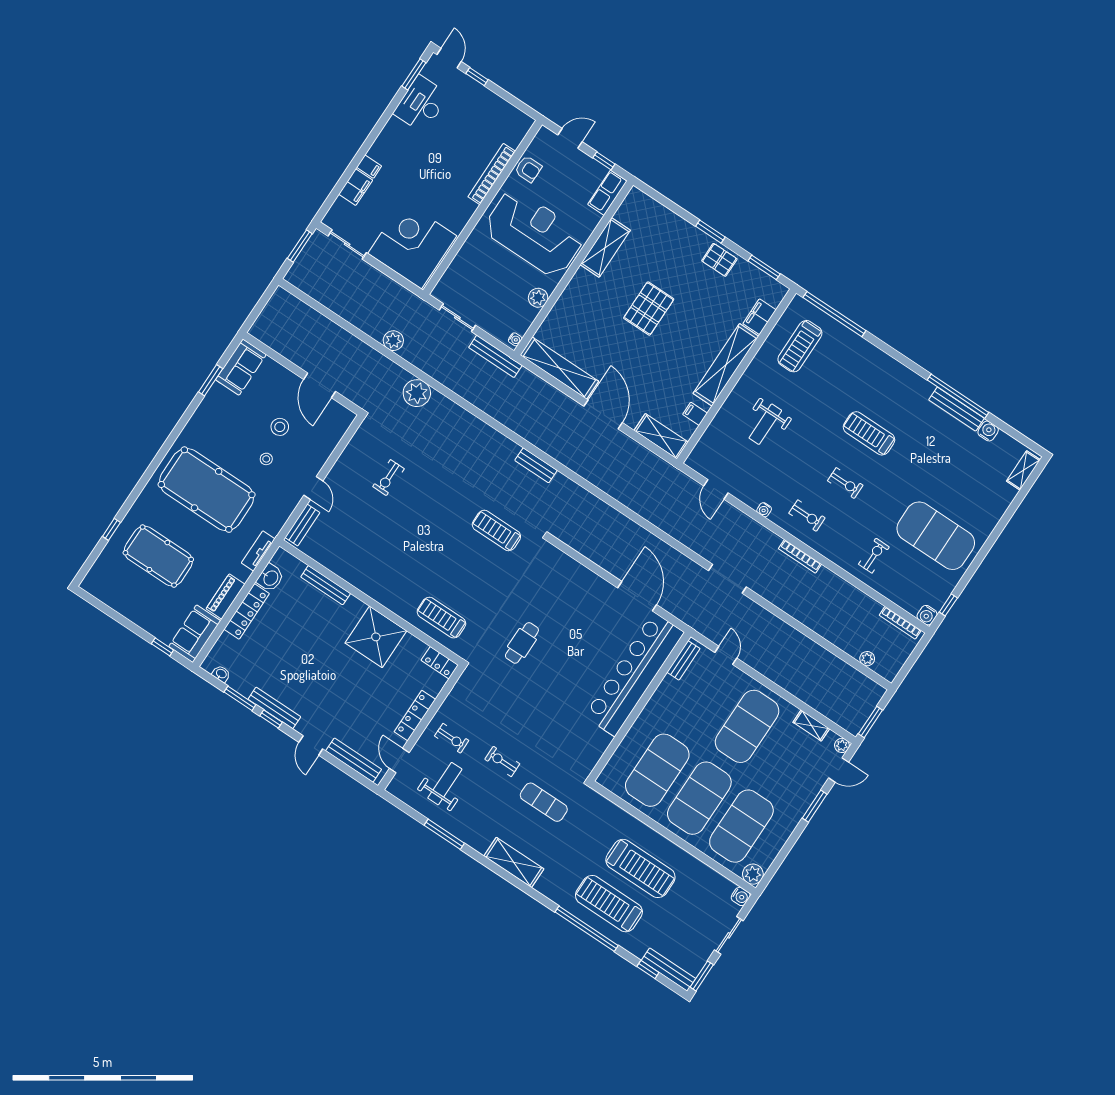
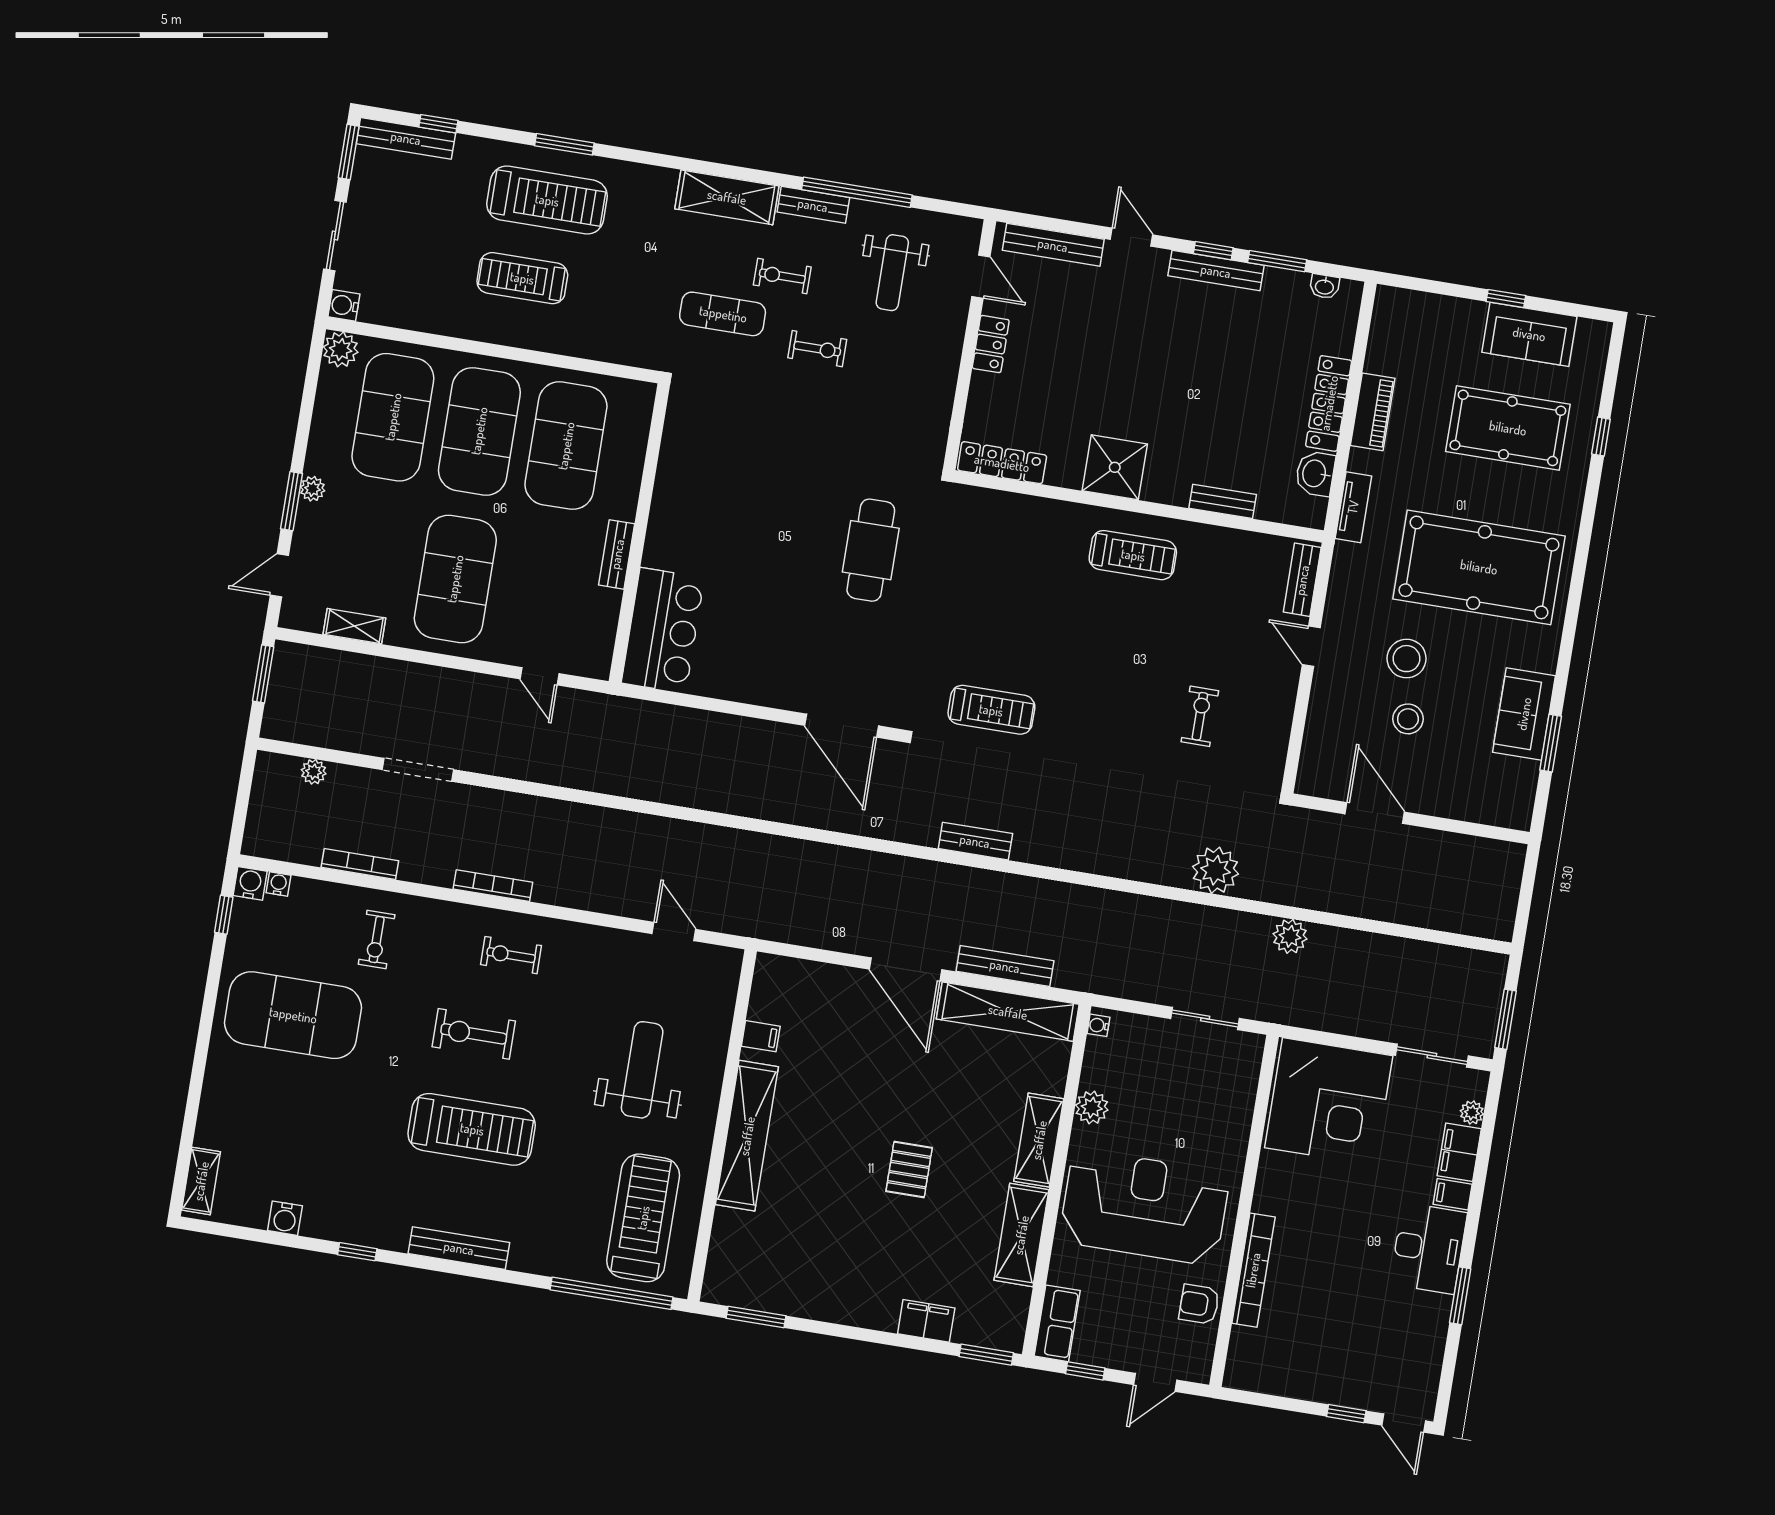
window: (414, 74) -> (1460, 1296), moved
desk: (421, 104) -> (1428, 1248), moved
plant: (340, 205) -> (1472, 1113), added
window: (710, 232) -> (986, 1355), moved
reception desk: (534, 233) -> (1145, 1207), turned 180
pallet: (719, 260) -> (832, 1297), removed
pallet: (649, 309) -> (909, 1169), width x0.67, depth x0.71
filing cabinet: (760, 317) -> (926, 1321), moved, turned -90
treadmill: (800, 346) -> (643, 1218), width x1.37, depth x1.38
bench: (495, 356) -> (1005, 966), moved
sofa: (241, 367) -> (1524, 714), moved
window: (958, 396) -> (357, 1252), width x0.32
bench: (957, 409) -> (459, 1248), moved
weight bench: (765, 424) -> (642, 1070), width x1.36, depth x1.33
treadmill: (869, 433) -> (472, 1129), width x1.37, depth x1.38
shelving: (661, 436) -> (1039, 1140), moved, turned 90
stool: (266, 459) -> (1407, 659), width x1.89, depth x1.89
exercise bike: (845, 483) -> (474, 1034), width x1.38, depth x1.39
water cooler: (764, 510) -> (278, 884), moved
doorway: (727, 579) -> (418, 770), moved
bench: (326, 585) -> (1223, 501), width x0.73
door: (637, 596) -> (842, 726), moved
treadmill: (441, 618) -> (1133, 555), moved
bookcase: (900, 623) -> (360, 864), moved
sofa: (195, 634) -> (1529, 334), moved, turned 90
shower: (376, 637) -> (1115, 467), width x0.73, depth x0.73
cafe table: (522, 643) -> (871, 550), width x1.37, depth x1.35
window: (162, 647) -> (1506, 299), moved
bench: (683, 660) -> (617, 554), moved
locker: (440, 663) -> (1002, 463), width x1.53
bar counter: (634, 674) -> (663, 630), width x0.54
locker: (415, 716) -> (991, 344), width x0.66
exercise bike: (452, 738) -> (782, 276), moved
plant: (842, 745) -> (313, 489), moved
window: (444, 834) -> (857, 192), width x1.46
bench: (470, 838) -> (813, 205), added
treadmill: (640, 868) -> (522, 278), width x0.73, depth x0.73
window: (587, 929) -> (564, 144), width x0.47

